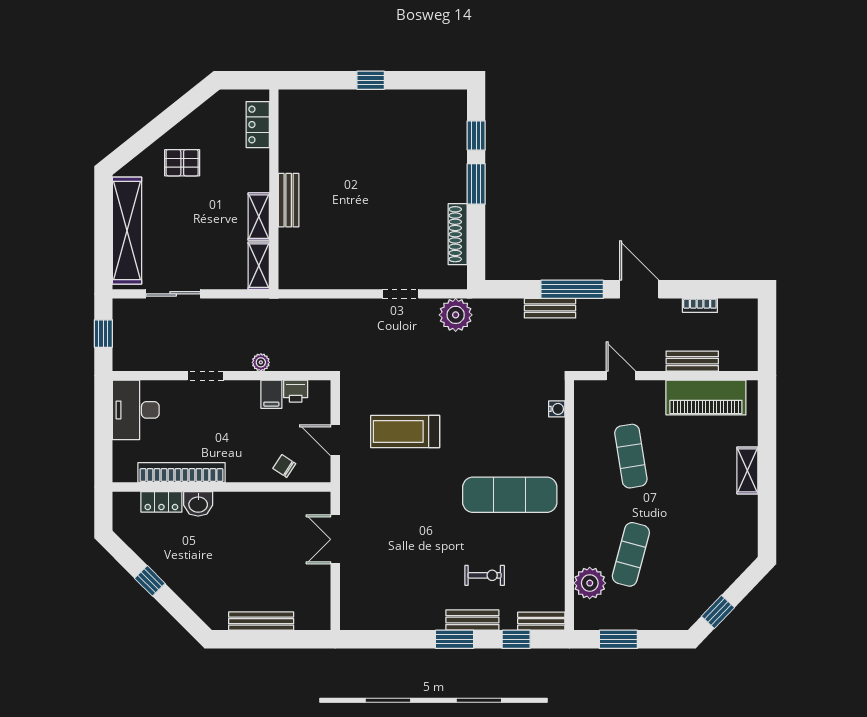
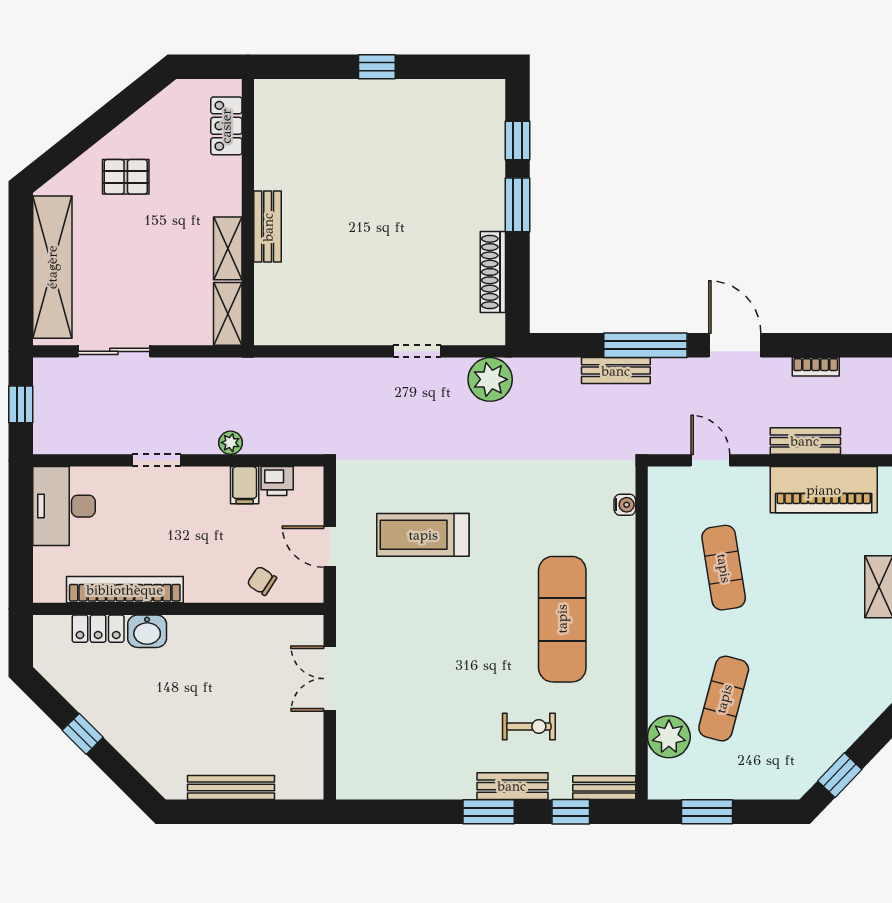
exercise mat: (510, 495) -> (562, 619), turned 90

